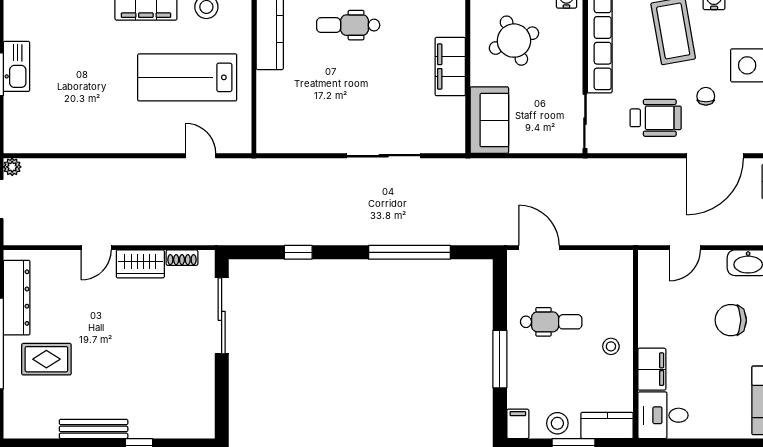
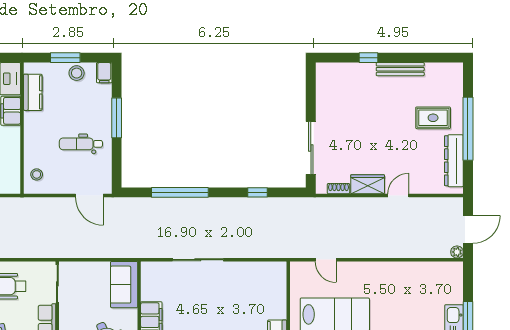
stool: (611, 346) -> (37, 174), moved
kitchen counter: (607, 425) -> (33, 92), moved, turned -90

